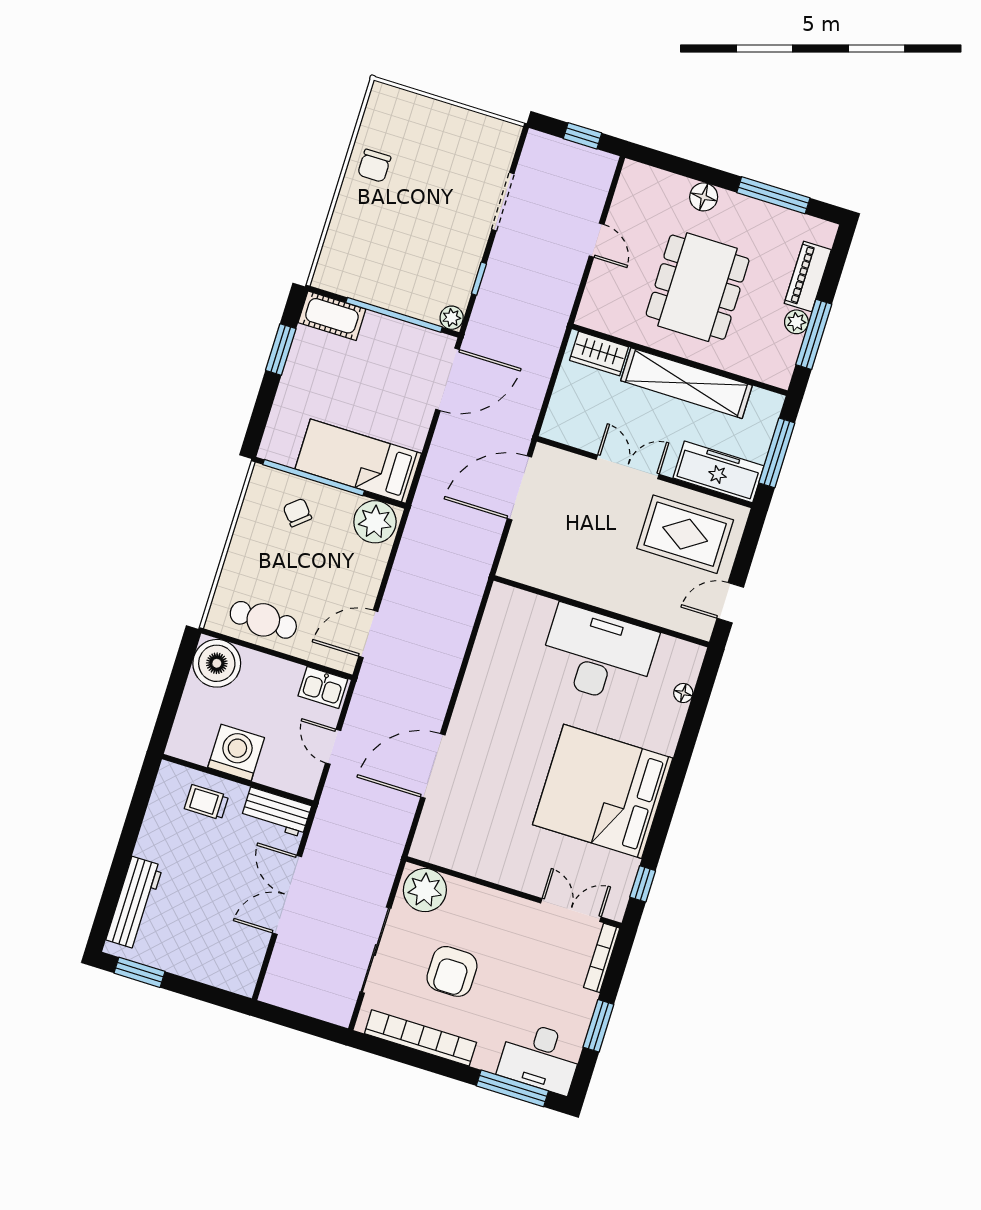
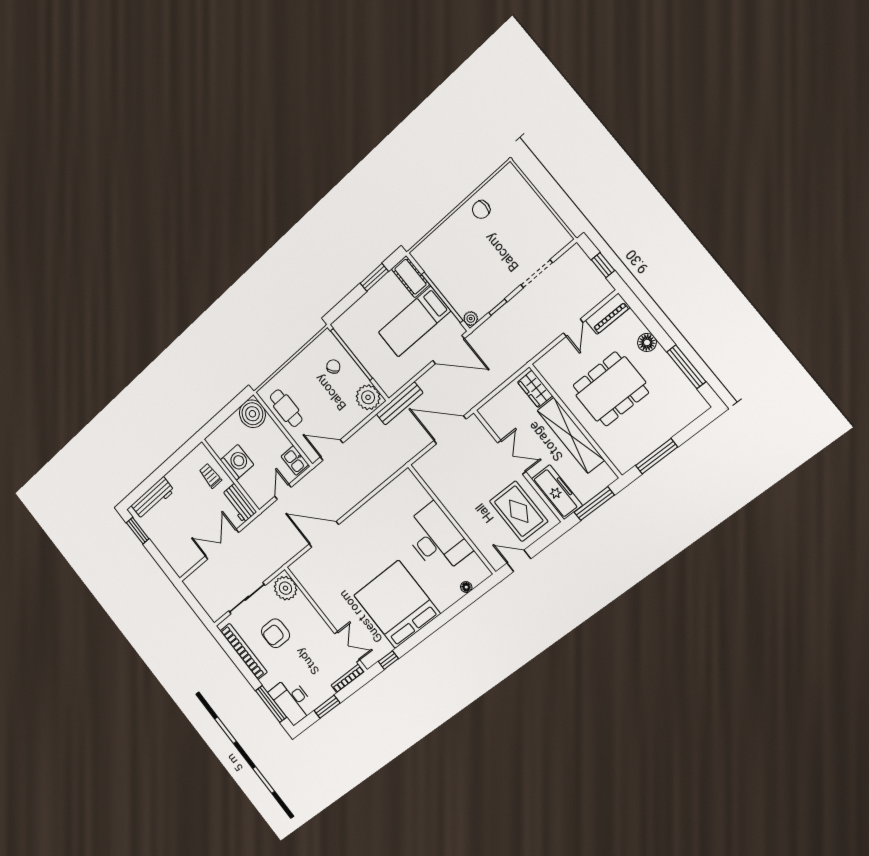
piano: (808, 276) -> (608, 314), moved, turned 180
plant: (796, 322) -> (652, 443), removed
bed: (358, 461) -> (414, 322), moved, turned -90
bench: (426, 500) -> (400, 403), added

